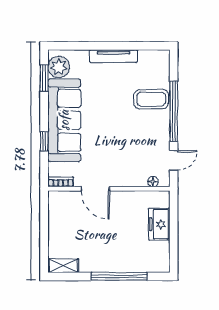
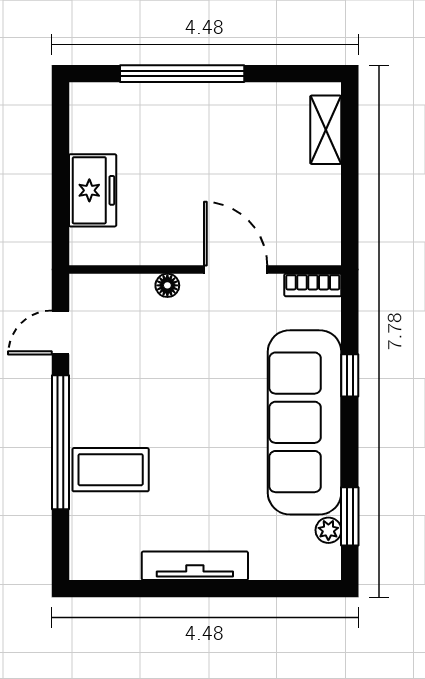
plant: (59, 67) -> (328, 530), width x0.53, depth x0.53
floor lamp: (153, 182) -> (167, 285), moved
shelving: (63, 266) -> (326, 130), moved, turned 90

